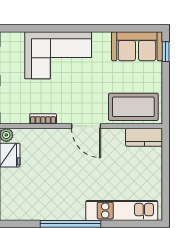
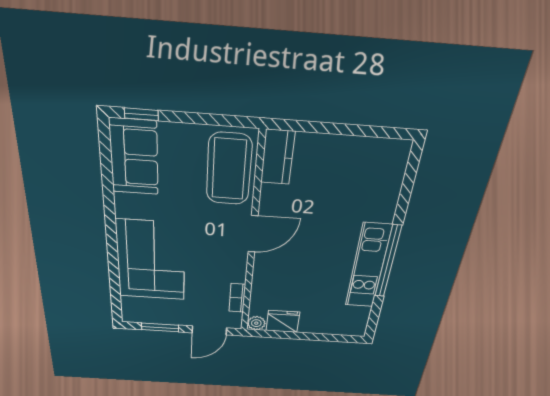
bookcase: (43, 119) -> (237, 298), moved
kitchen unit: (122, 211) -> (368, 266), moved

